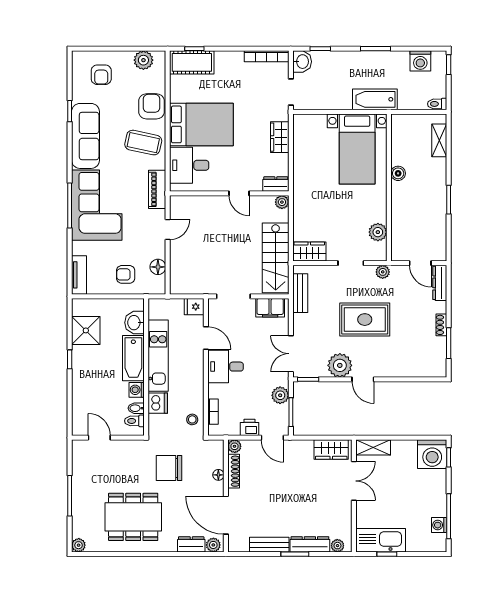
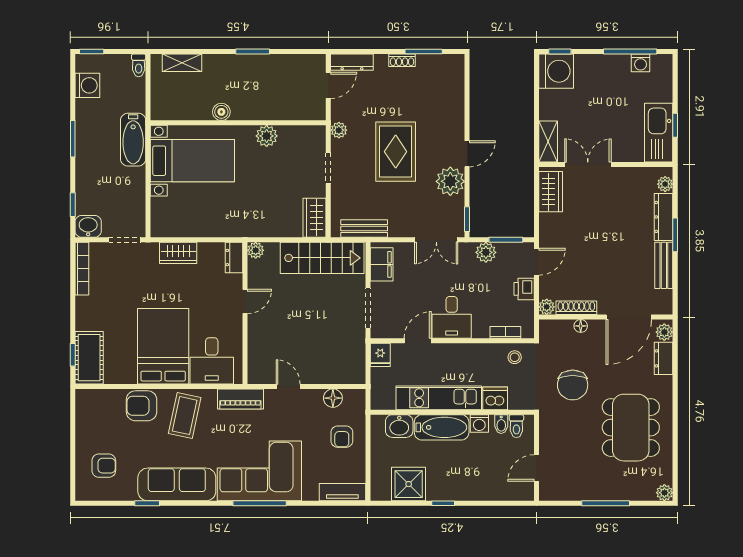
plant: (143, 60) -> (86, 415), removed
plant: (378, 232) -> (267, 136), moved

